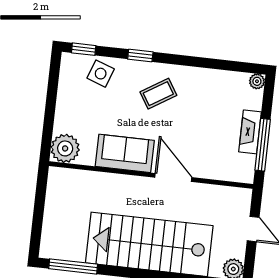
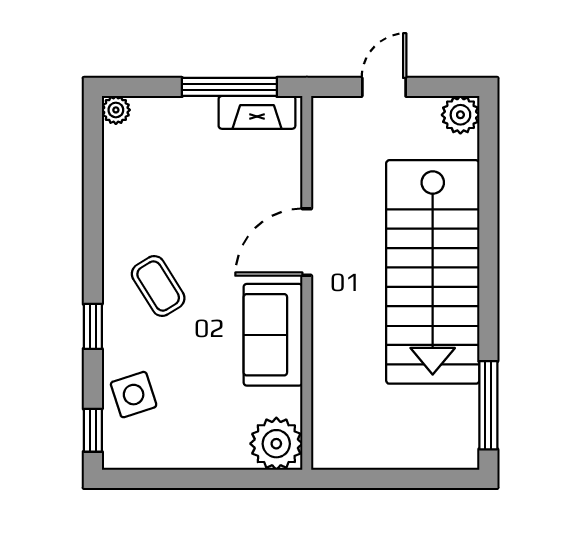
side table: (101, 74) -> (134, 395), turned -38
fireplace: (250, 132) -> (257, 112), moved

